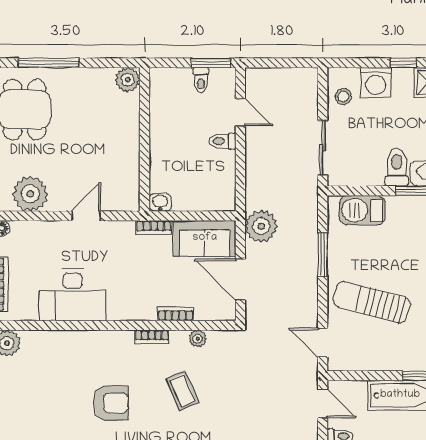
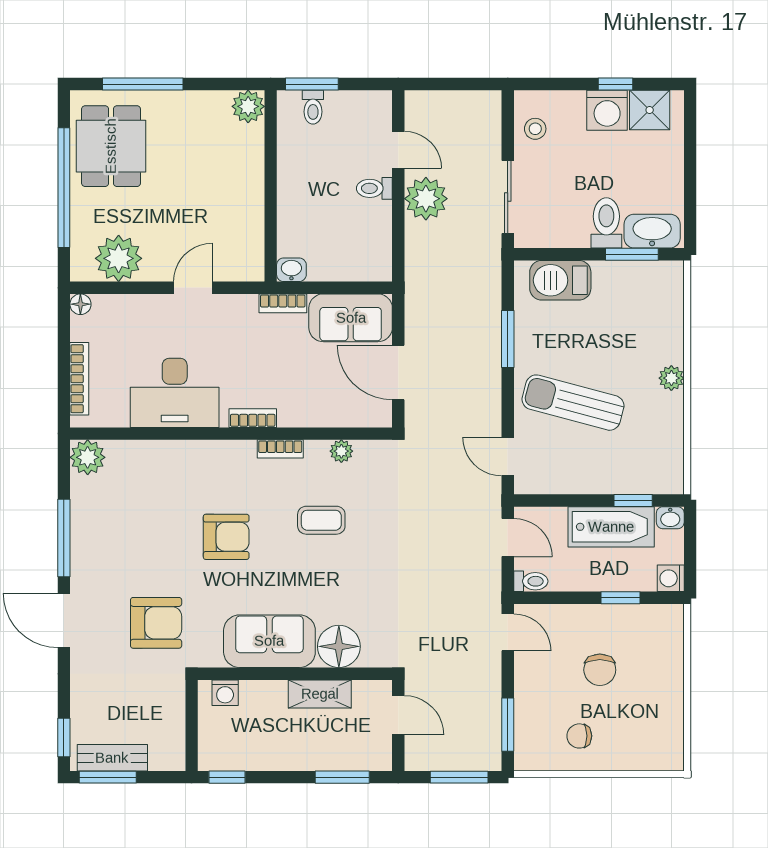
window: (211, 63) -> (312, 84), moved
toilet: (201, 80) -> (313, 107), moved
washing machine: (376, 83) -> (607, 110), moved
plant: (261, 226) -> (426, 199), moved
bookcase: (176, 314) -> (253, 418), moved
coffee table: (183, 390) -> (321, 520), turned -66

